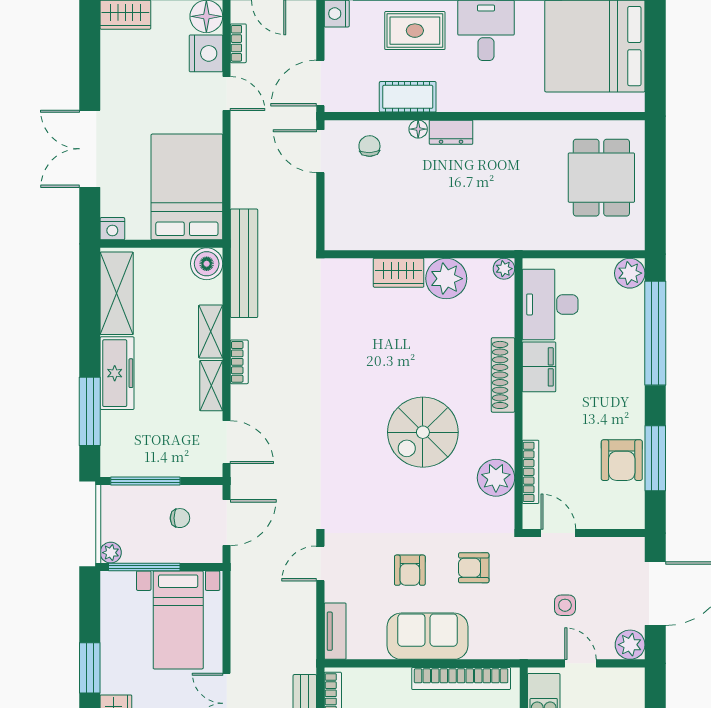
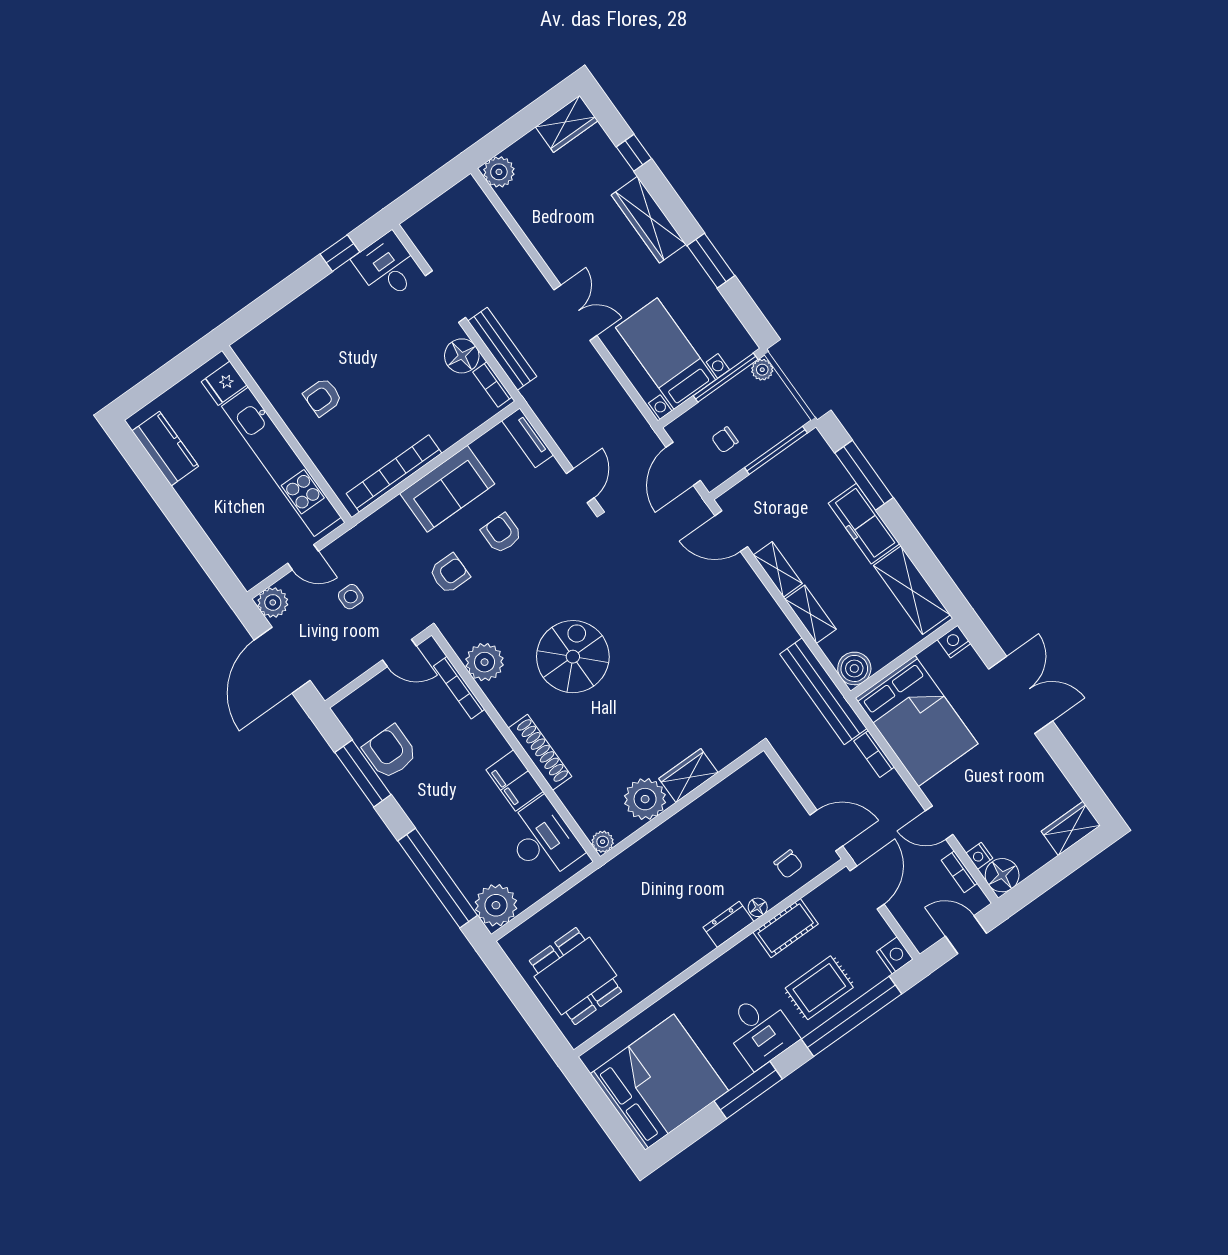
nightstand: (206, 53) -> (979, 856), width x0.53, depth x0.56
plant: (630, 273) -> (496, 905), width x1.36, depth x1.36
bookcase: (239, 362) -> (874, 754), moved

